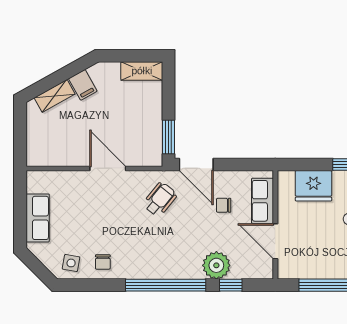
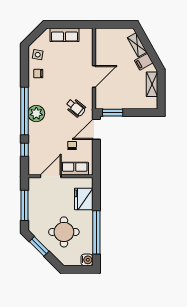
shelving: (142, 71) -> (152, 84), moved
plant: (216, 265) -> (36, 113), moved

